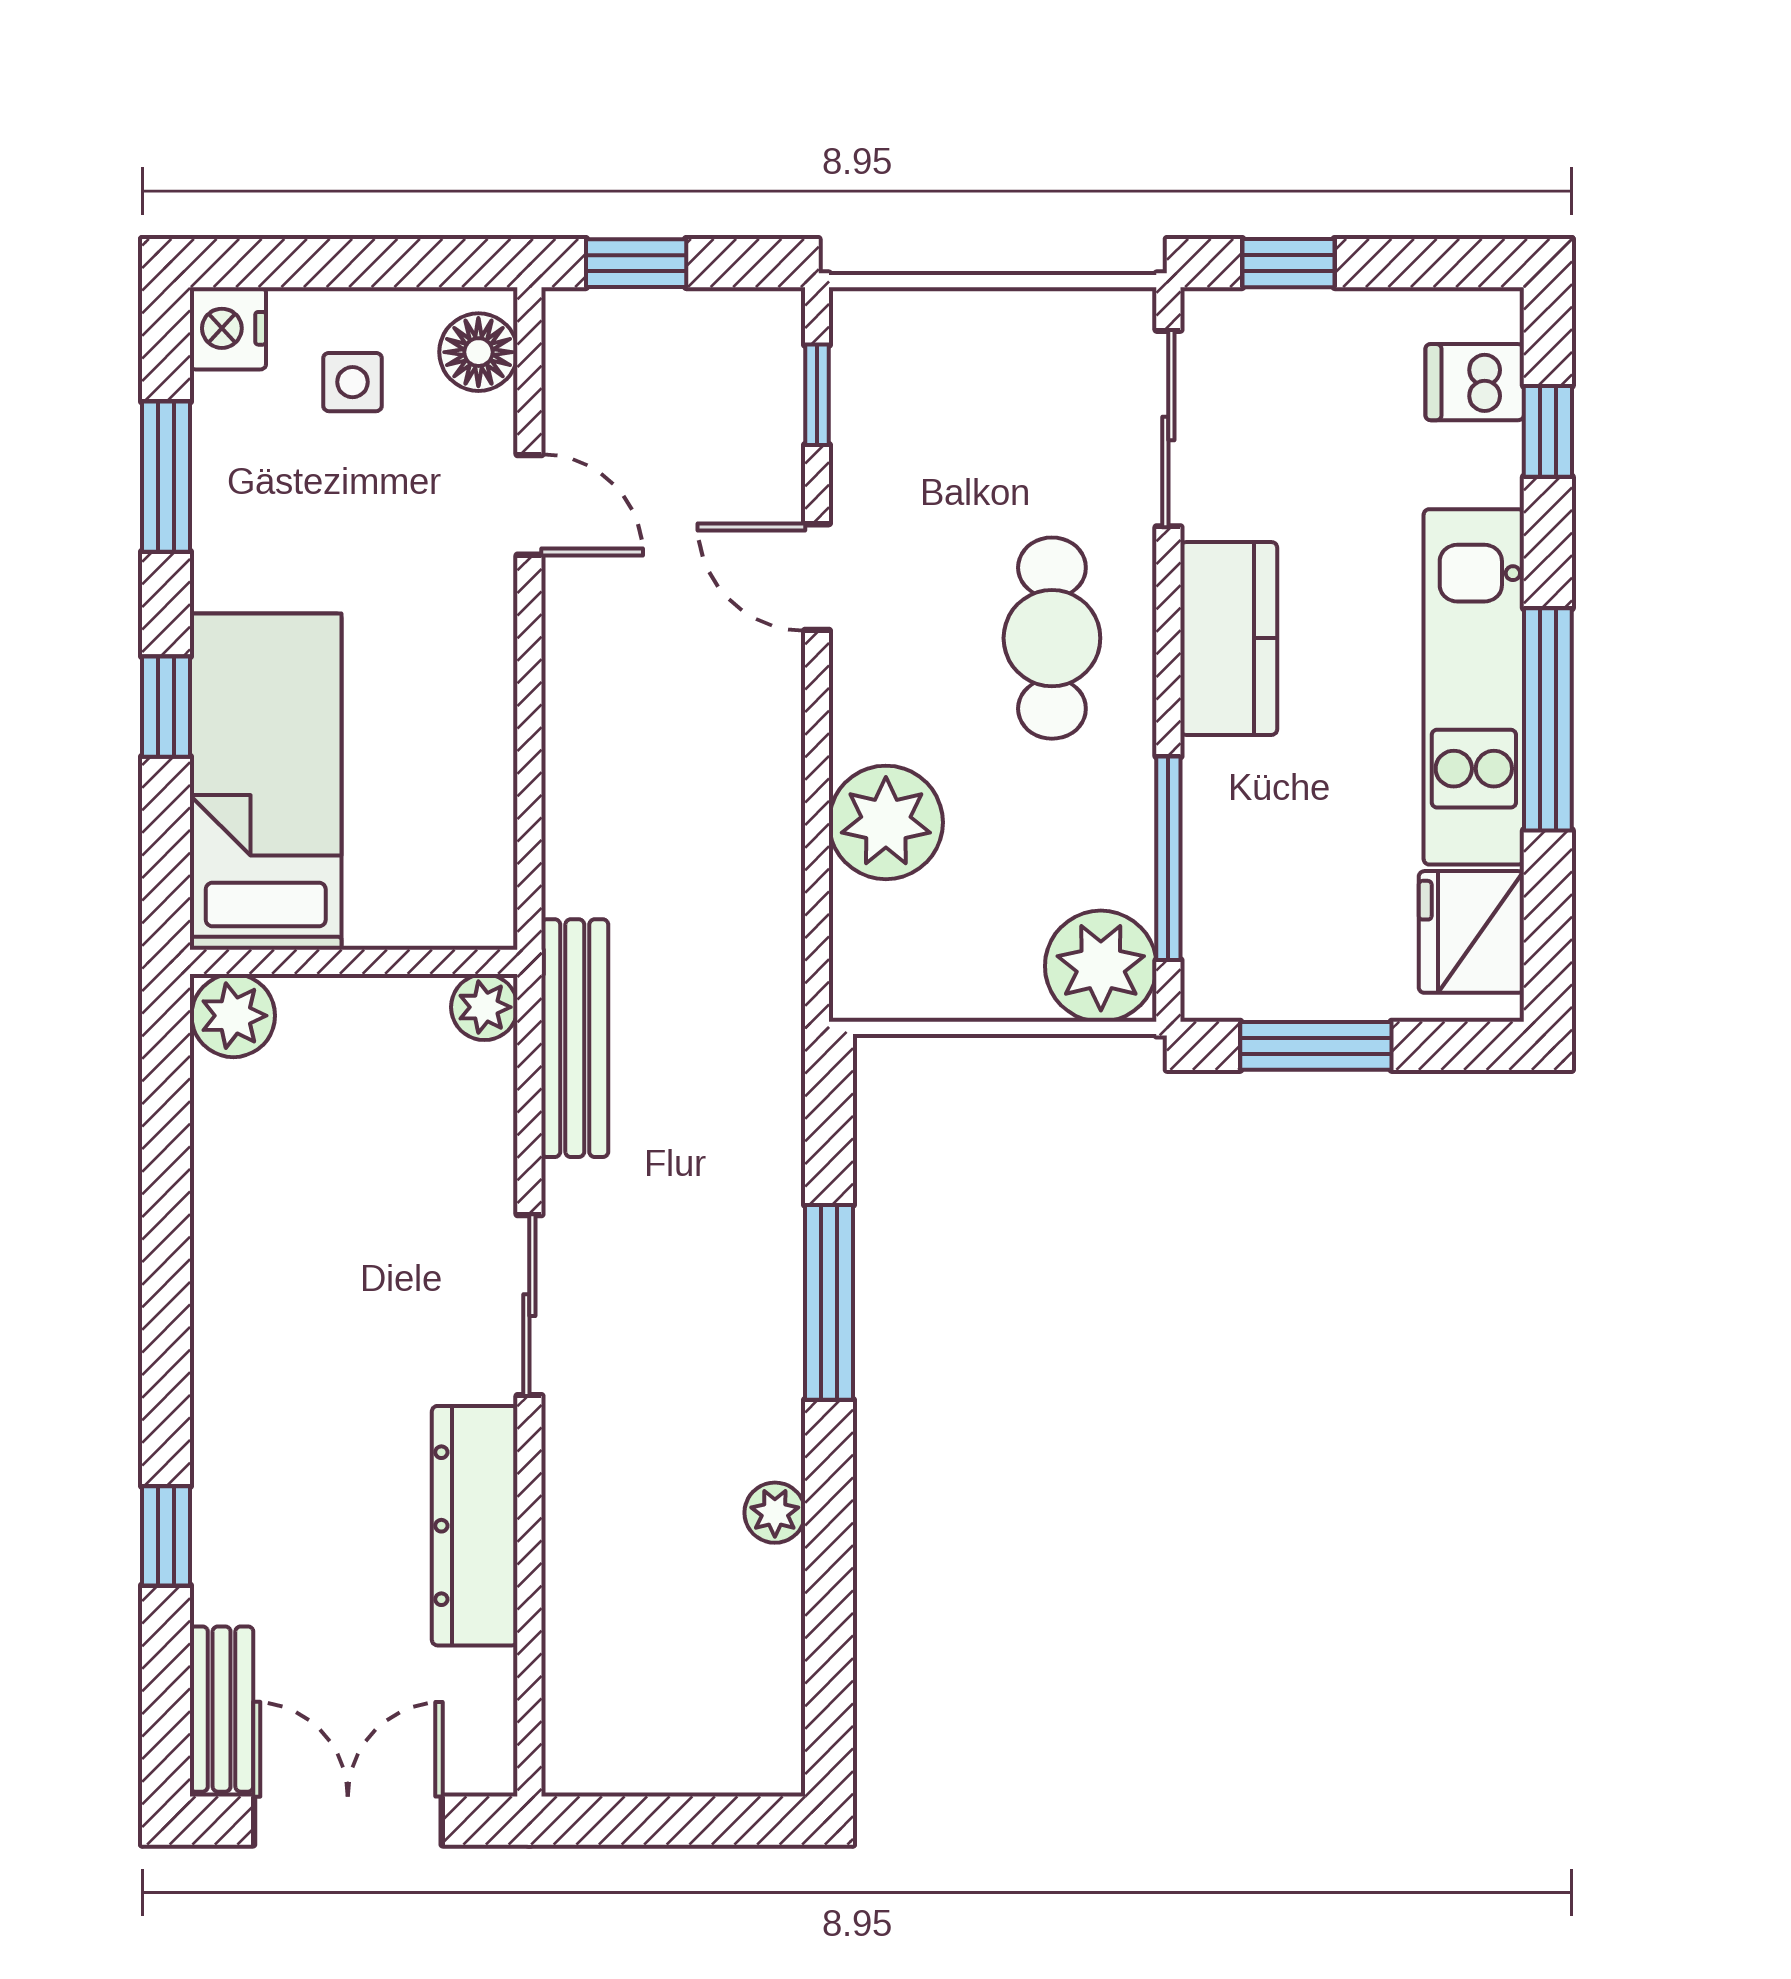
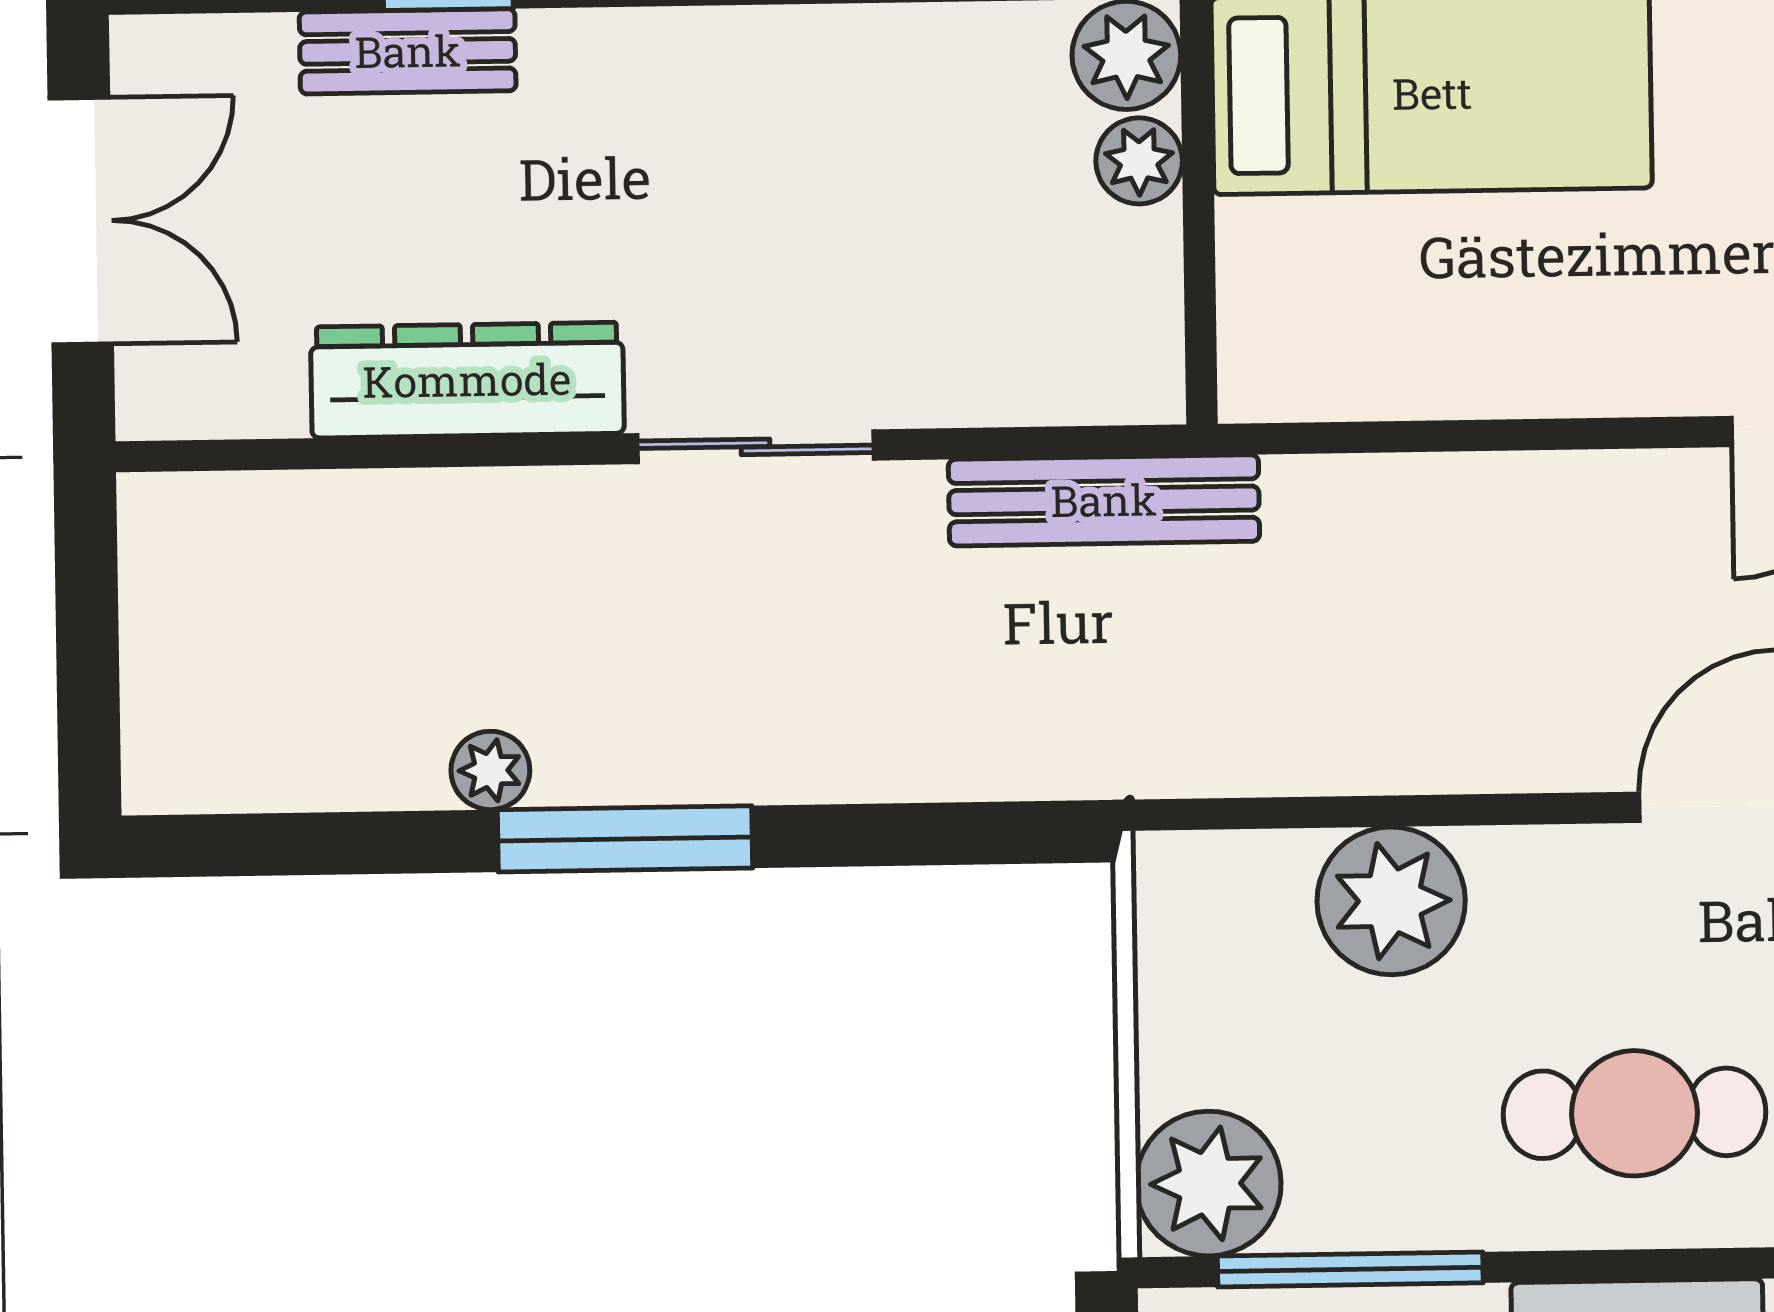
plant: (484, 1007) -> (1139, 161), moved
window: (829, 1302) -> (625, 839), moved
bench: (222, 1709) -> (408, 51), moved

